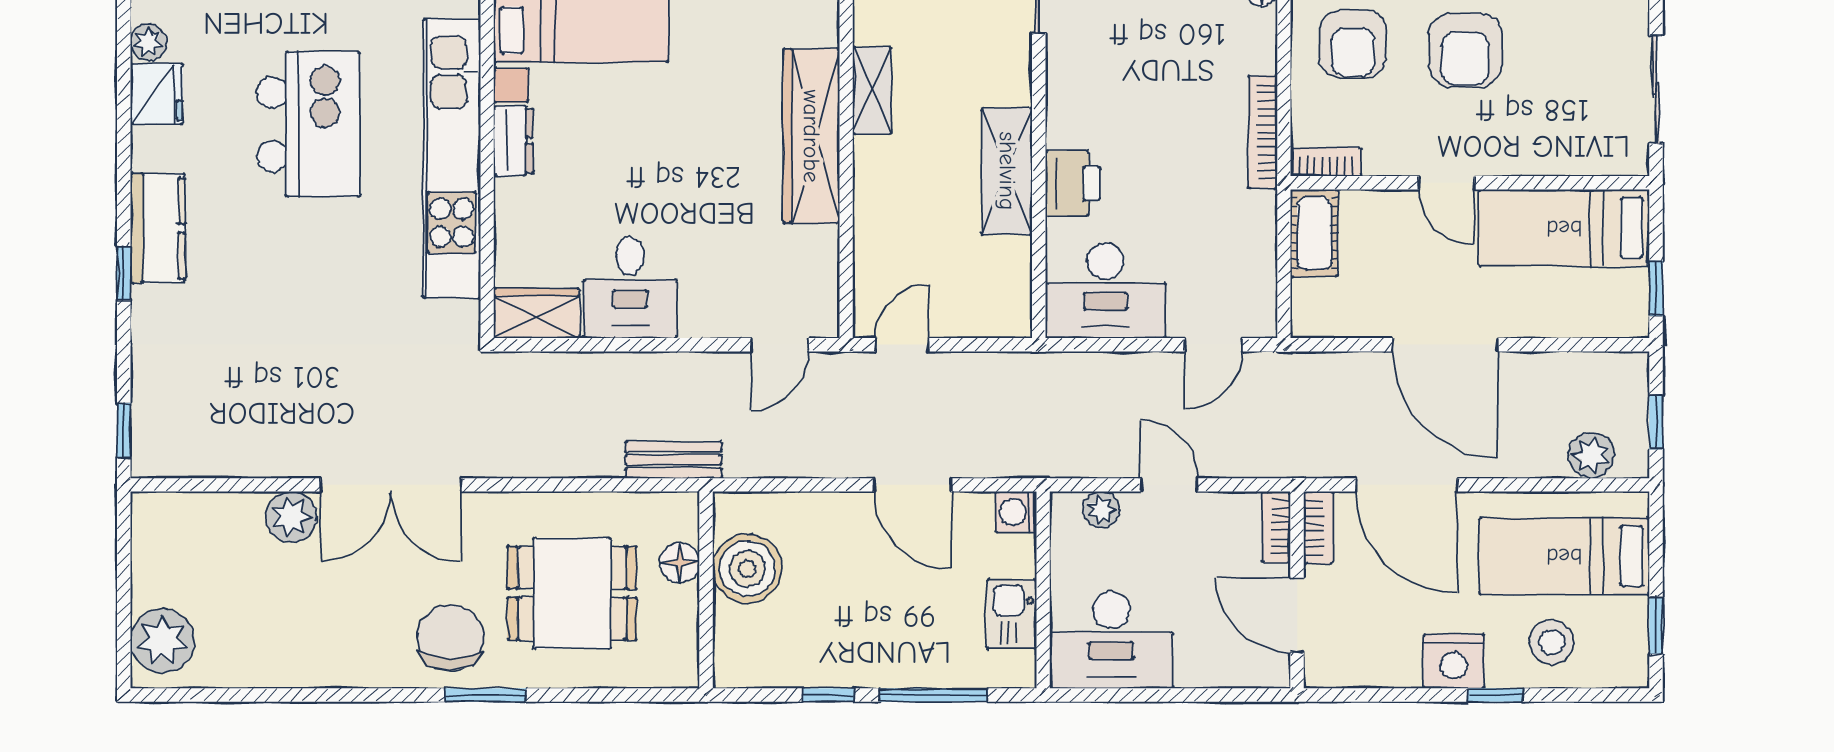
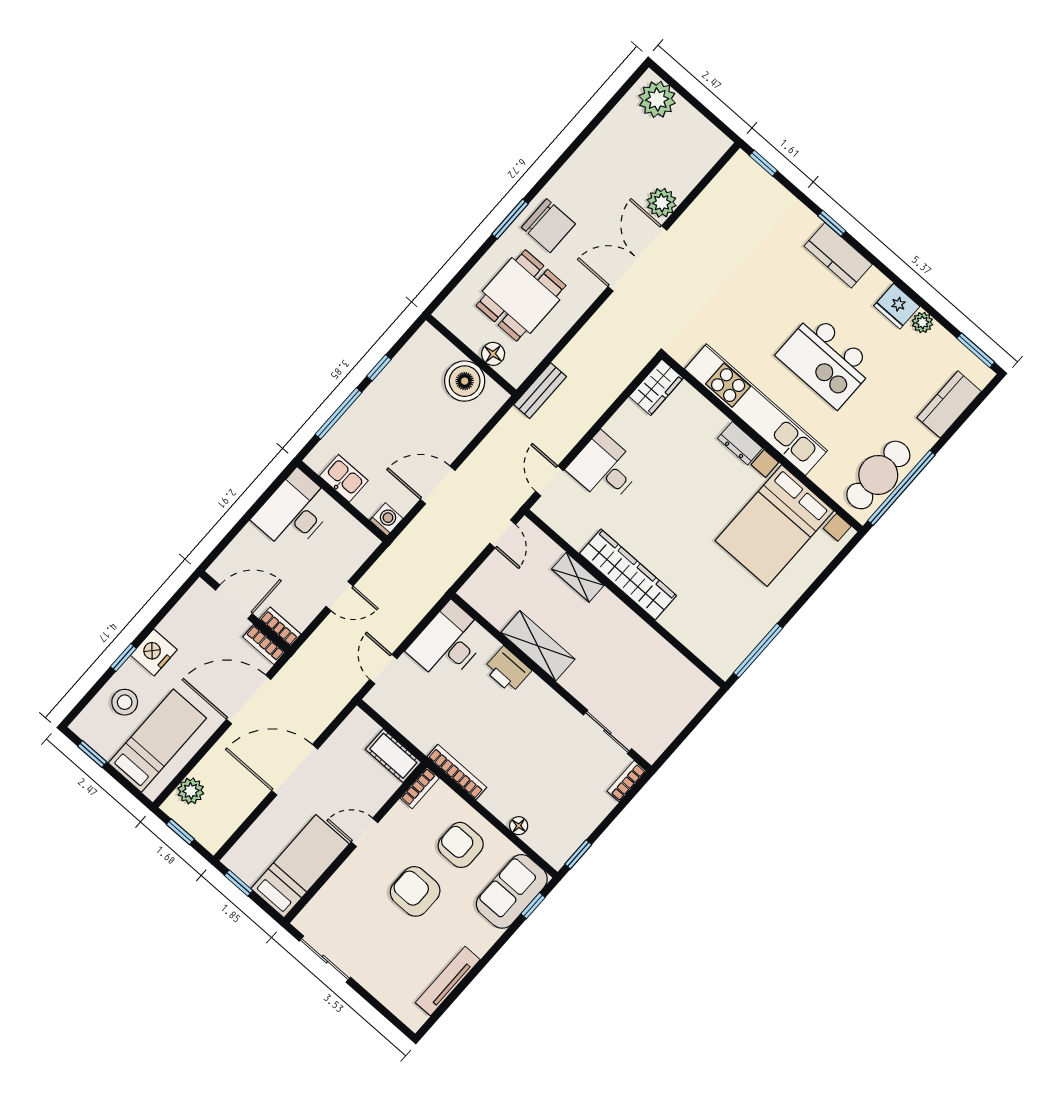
shelving: (872, 91) -> (578, 577), moved
desk: (630, 288) -> (604, 469), moved
plant: (1101, 510) -> (355, 557), removed

